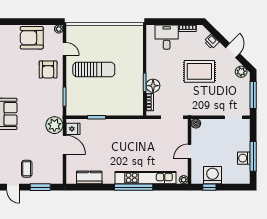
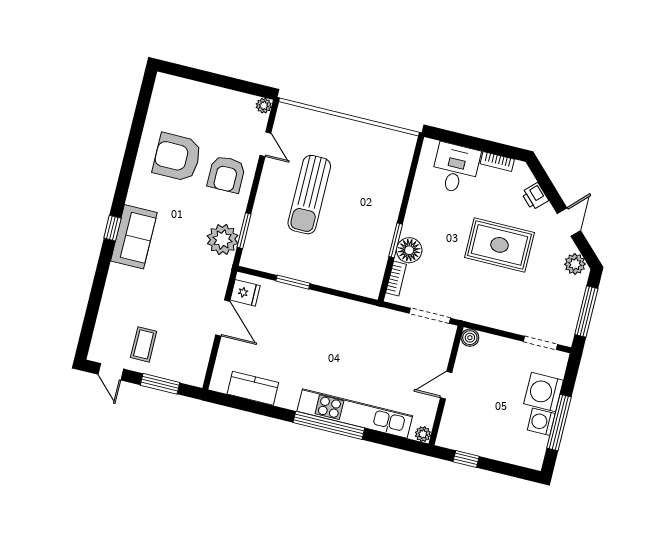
armchair: (32, 38) -> (177, 157), moved
sun lounger: (94, 70) -> (309, 195), turned 90
plant: (54, 125) -> (223, 239), moved
washing machine: (212, 175) -> (544, 392), moved, turned -90

